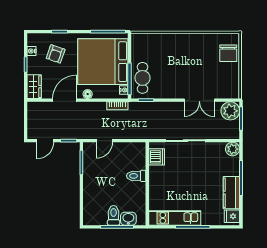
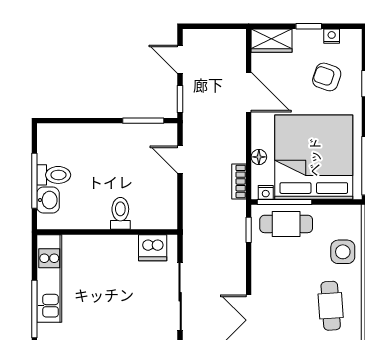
side table: (159, 44) -> (343, 252), added
cafe table: (191, 52) -> (331, 306), added
floor lamp: (88, 94) -> (259, 157), moved

